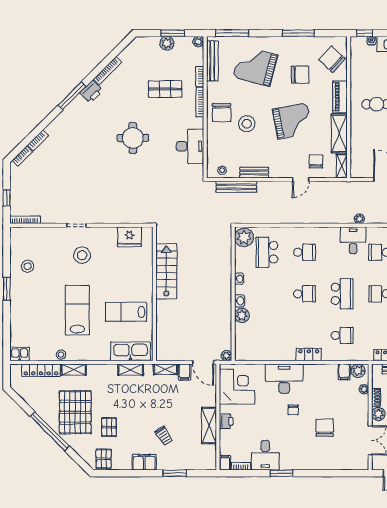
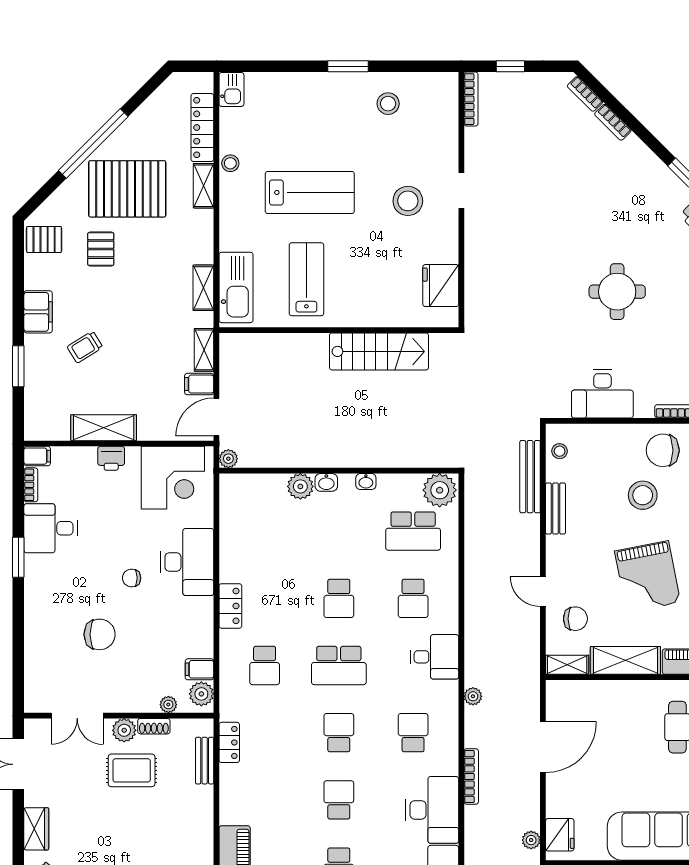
desk: (353, 240) -> (434, 657), moved
school desk: (267, 252) -> (413, 531), turned 180
pallet: (109, 427) -> (101, 249), turned 90

